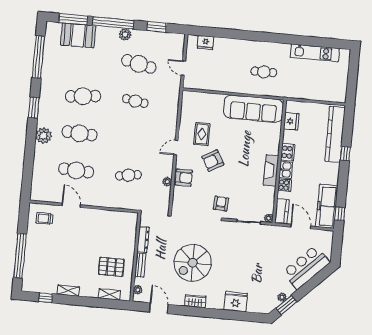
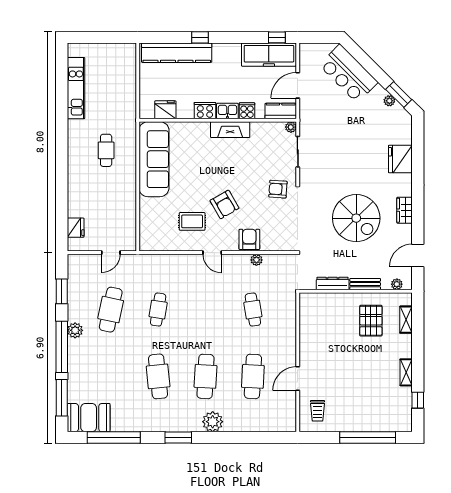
booth: (78, 35) -> (89, 418), moved, turned 90

